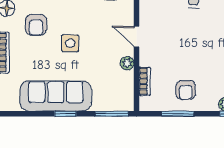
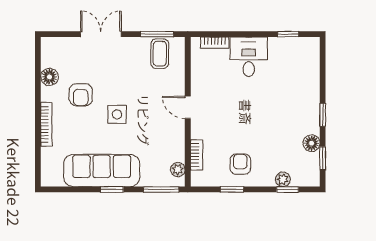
plant: (127, 63) -> (178, 170), moved
armchair: (186, 90) -> (240, 164), turned 180
window: (178, 114) -> (232, 189), width x0.67

